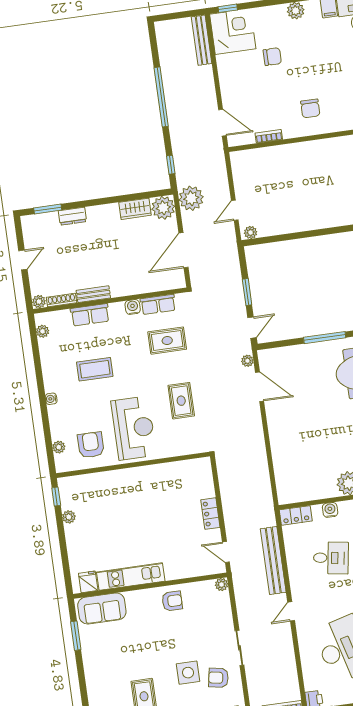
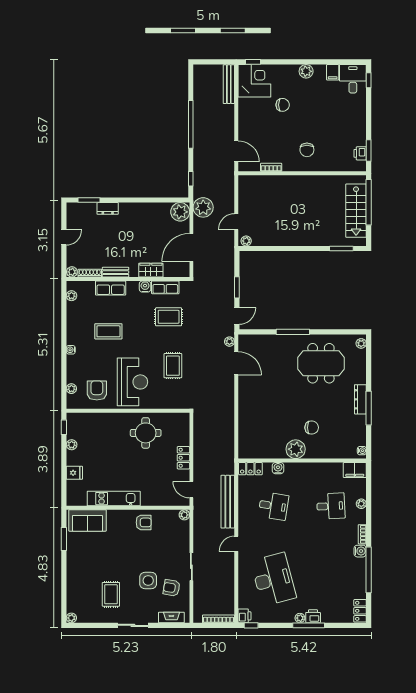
wardrobe: (135, 209) -> (151, 270), moved, turned 180
round table: (159, 489) -> (146, 433), added
fridge: (88, 582) -> (74, 473), moved, turned 90

